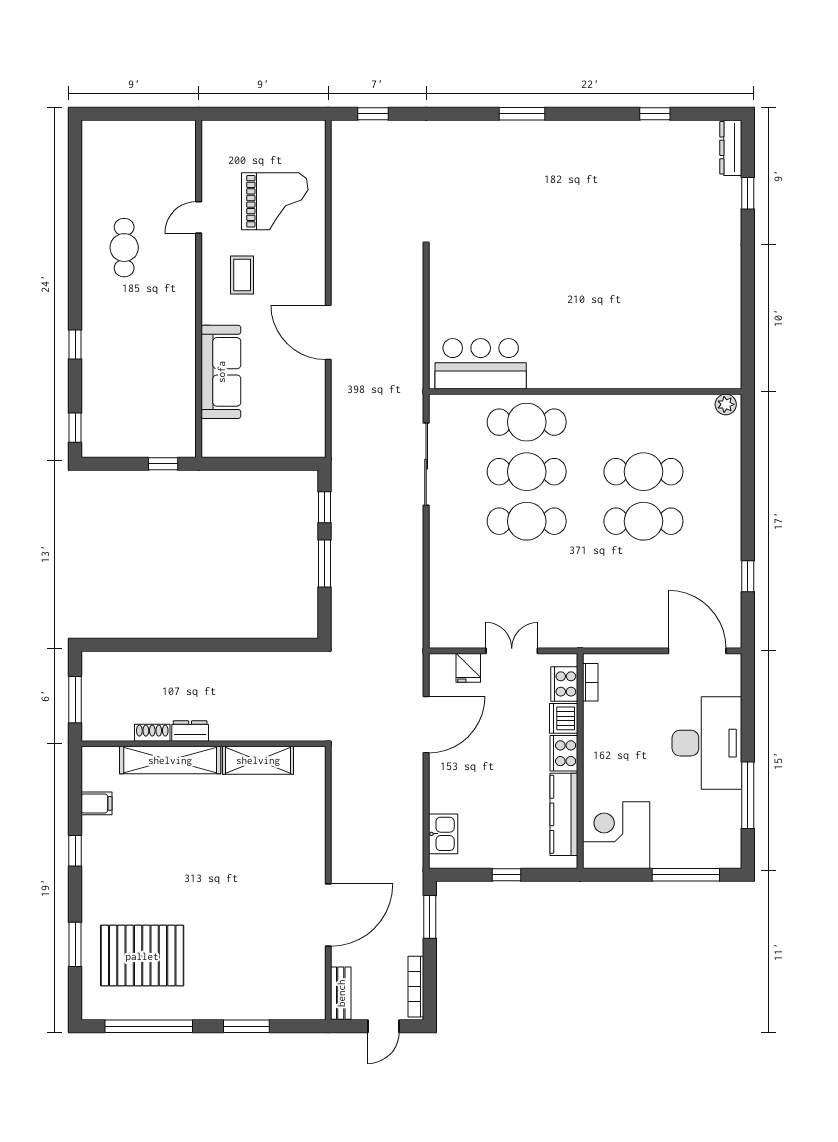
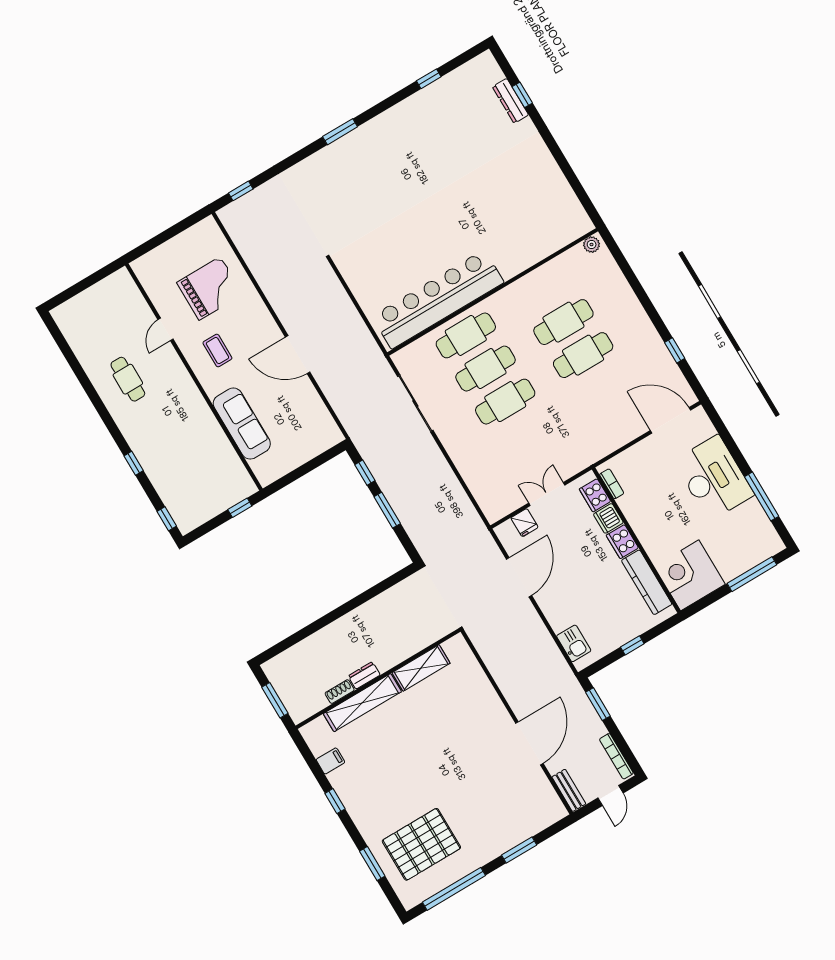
dresser: (731, 148) -> (510, 101), moved
bar counter: (481, 364) -> (438, 299), width x1.86

